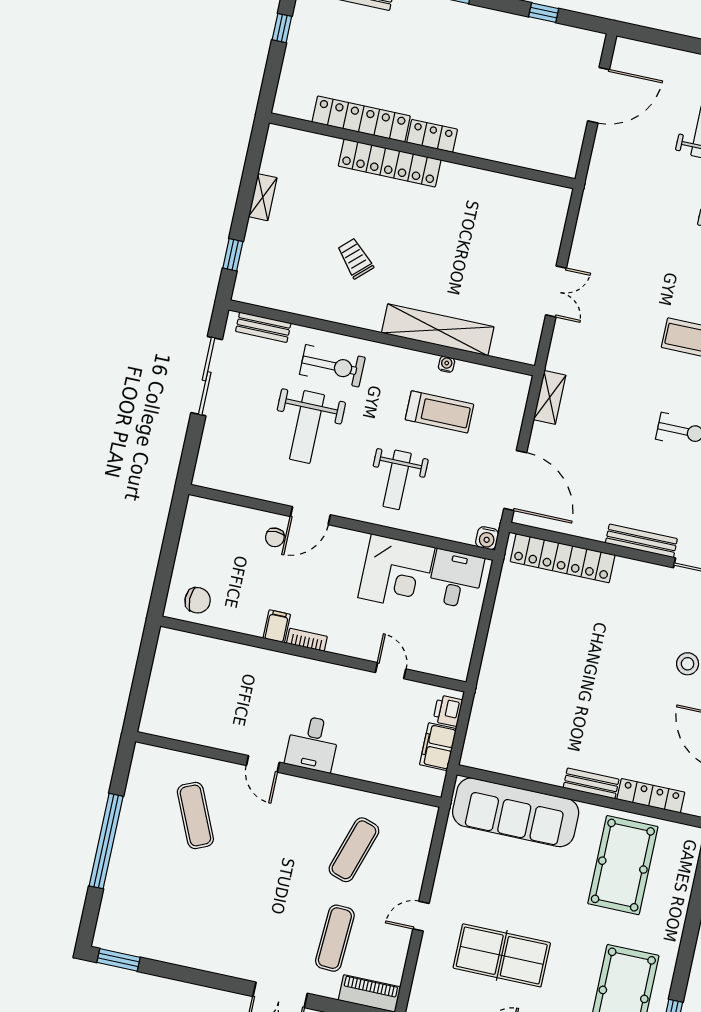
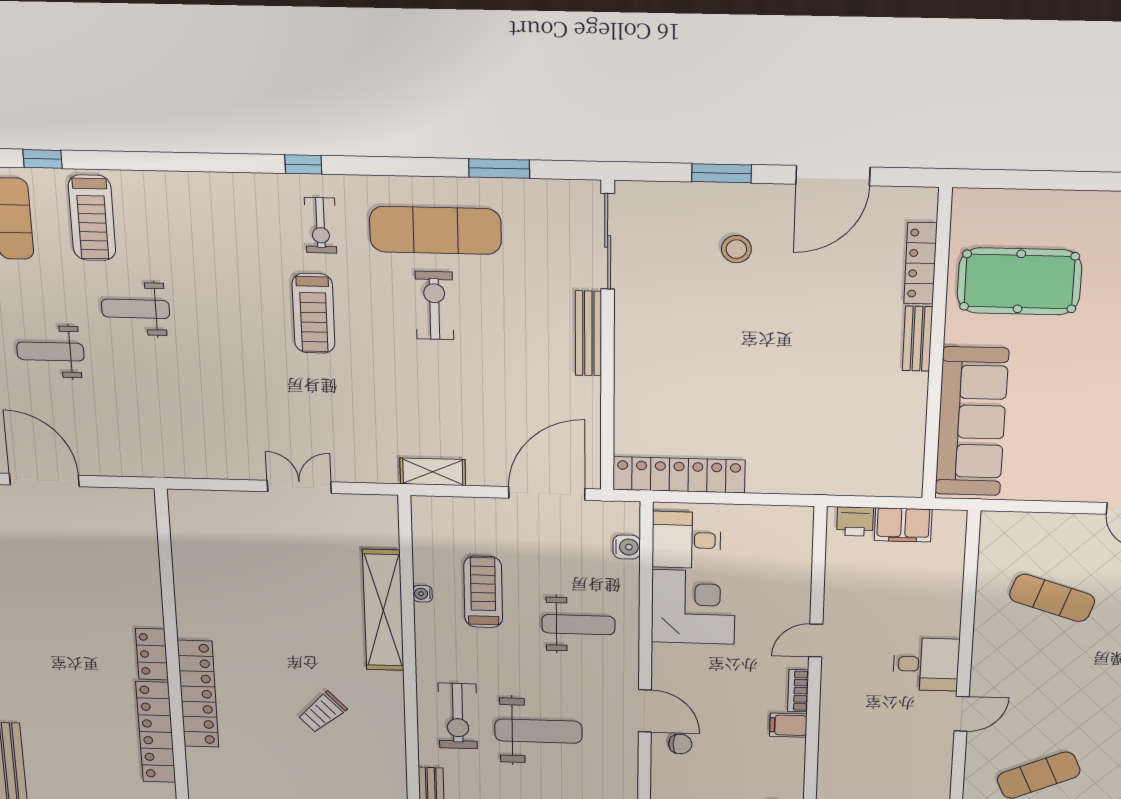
exercise bike: (332, 366) -> (458, 716), turned 180
water cooler: (487, 538) -> (627, 547), moved
locker: (563, 558) -> (679, 475), moved, turned -90
door: (391, 671) -> (816, 641), moved

